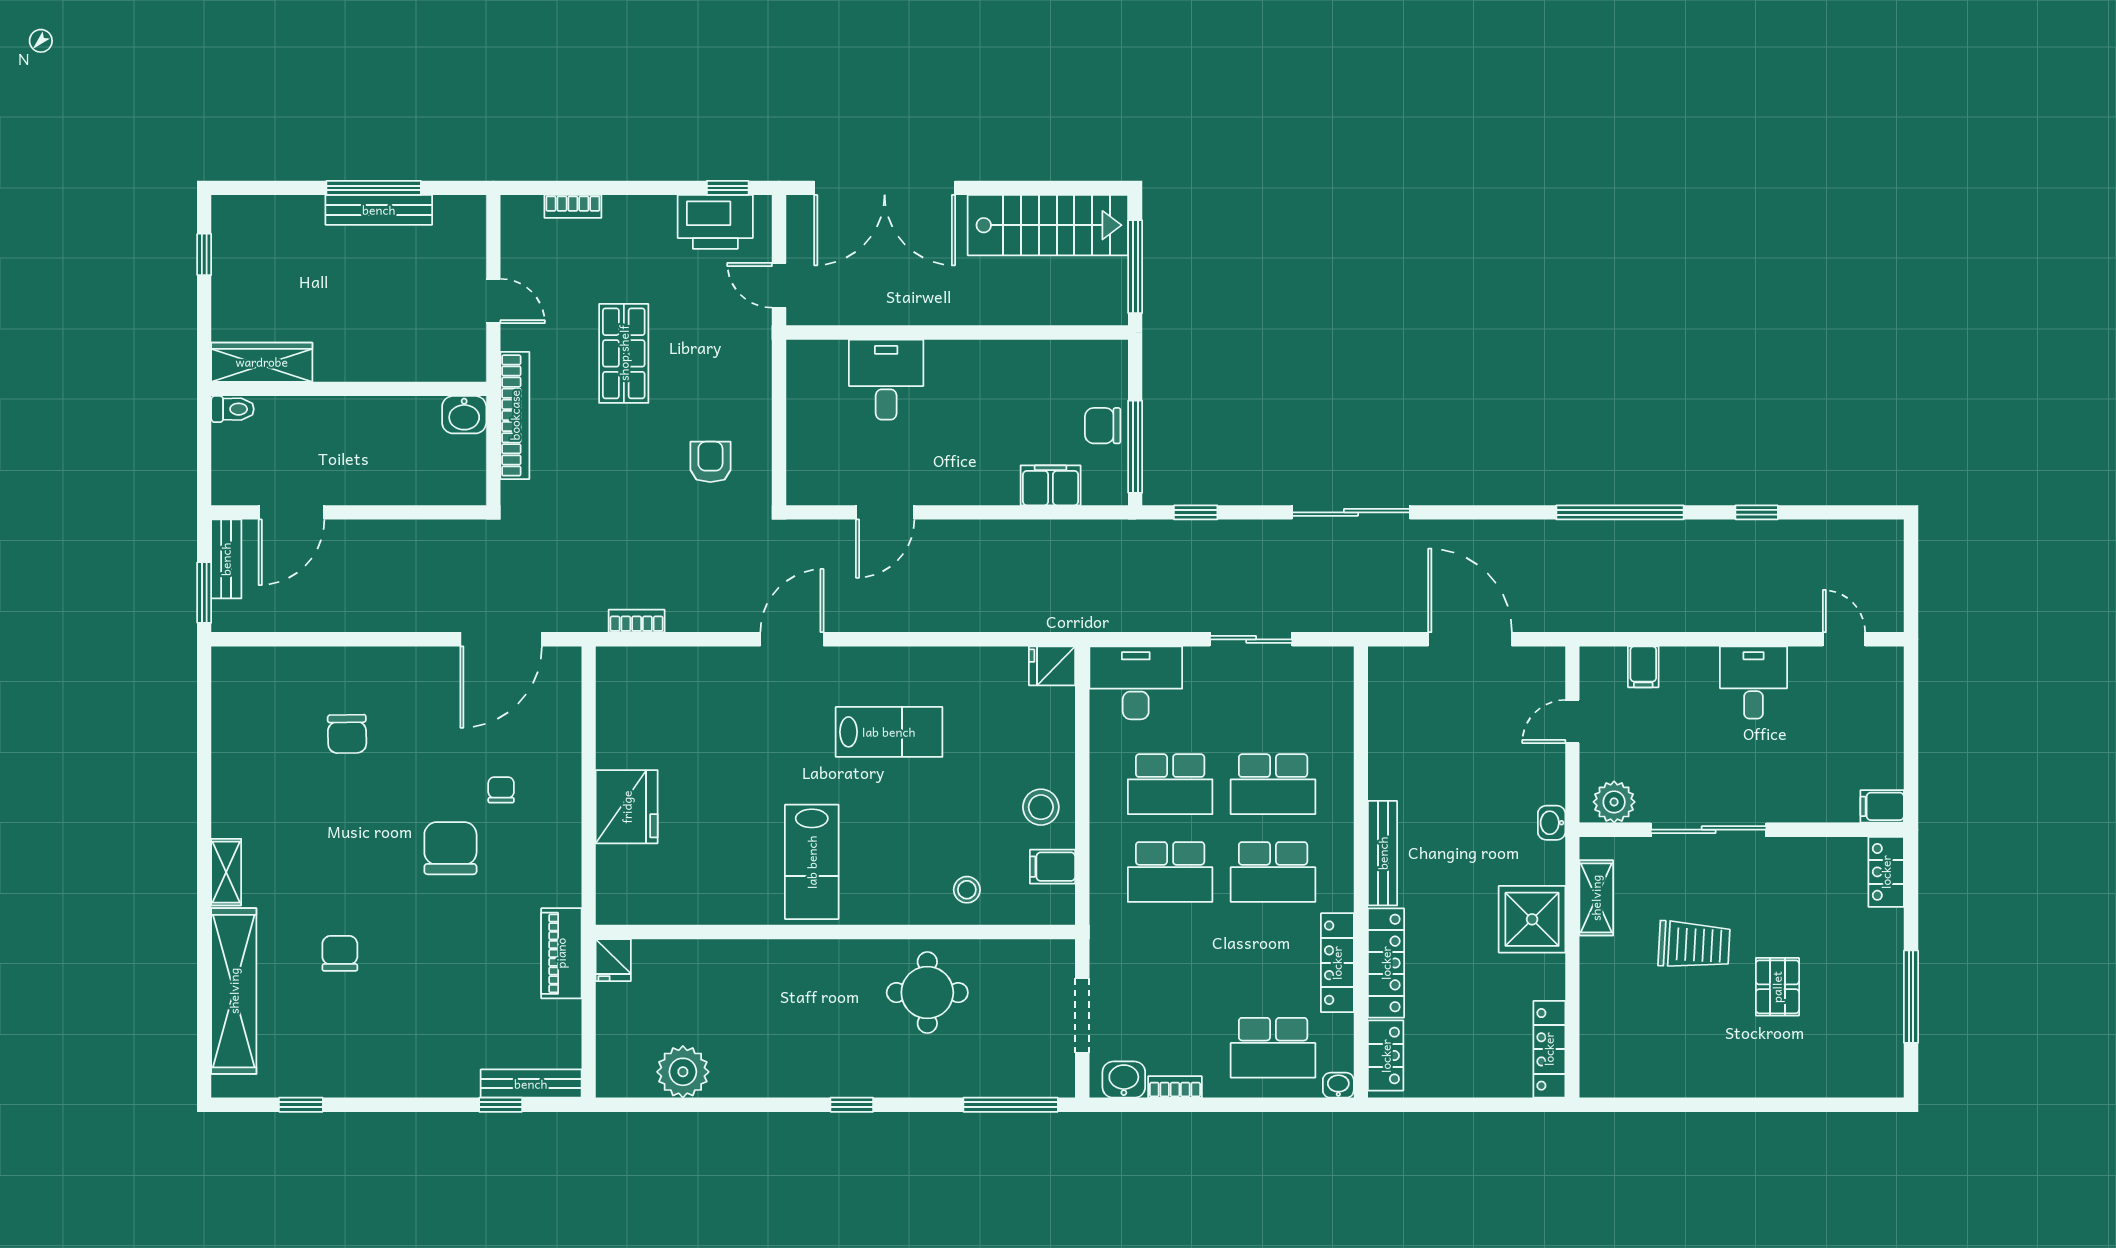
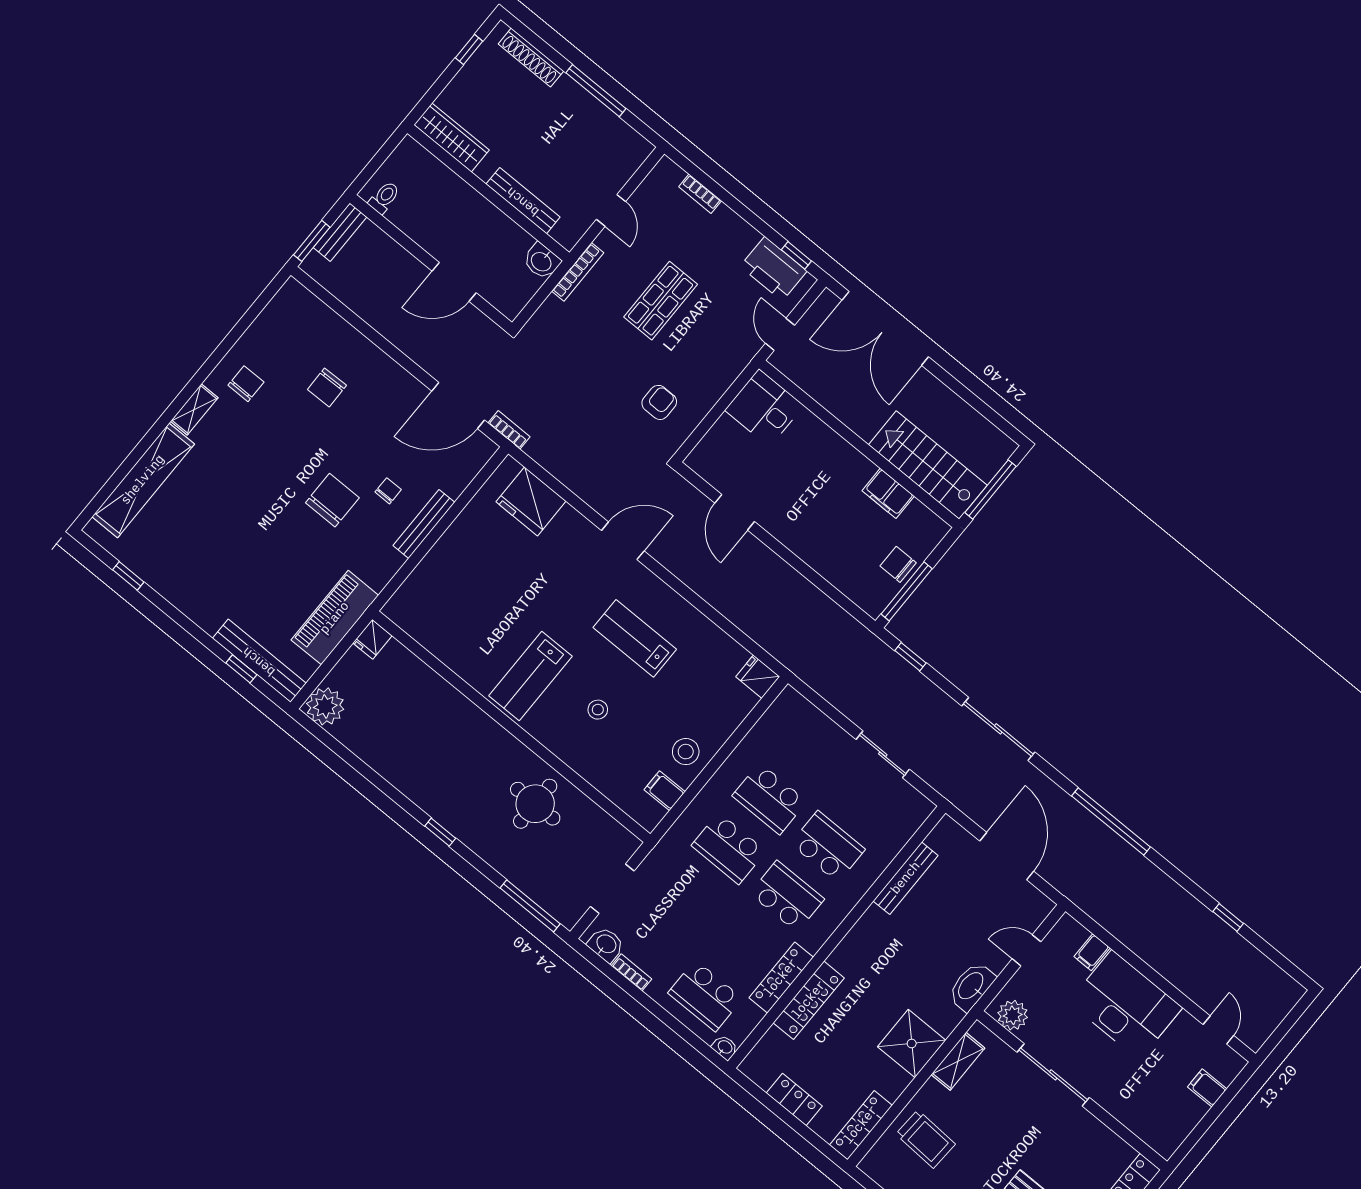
shoe rack: (276, 209) -> (531, 57), added
bench: (379, 210) -> (523, 201), moved
stairs: (1048, 225) -> (928, 465), moved, turned 180
desk: (886, 380) -> (764, 408), moved, turned -90
toilet: (233, 409) -> (384, 197), moved, turned -90
bookcase: (515, 415) -> (578, 272), width x0.68, depth x0.76
filing cabinet: (1051, 485) -> (888, 493), moved, turned 180
door: (292, 512) -> (454, 282), moved
door: (885, 512) -> (735, 512), hinge flipped
window: (1620, 512) -> (1111, 821), moved
bookcase: (637, 621) -> (509, 430), moved
desk: (1136, 683) -> (797, 725), removed
desk: (1753, 683) -> (1126, 1005), width x1.87, depth x1.30
lab bench: (889, 732) -> (635, 638), turned 180
school desk: (1273, 784) -> (828, 847), turned 180
bench: (568, 794) -> (424, 524), added
filing cabinet: (1882, 806) -> (1207, 1088), moved
fridge: (627, 807) -> (531, 501), moved, turned 90
washbasin: (1552, 823) -> (971, 986), width x1.91, depth x1.45
bench: (1383, 853) -> (906, 878), moved
school desk: (1273, 872) -> (787, 896), turned 180
stool: (967, 890) -> (598, 710), moved
trolley: (1694, 945) -> (926, 1139), moved
chair: (340, 953) -> (246, 384), moved
piano: (561, 953) -> (335, 618), width x1.37, depth x1.33
locker: (1386, 1056) -> (794, 1099), moved, turned -90
plant: (683, 1072) -> (325, 706), moved
bench: (531, 1084) -> (259, 661), width x1.37, depth x1.21

